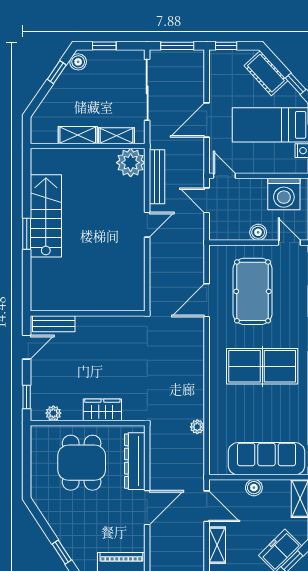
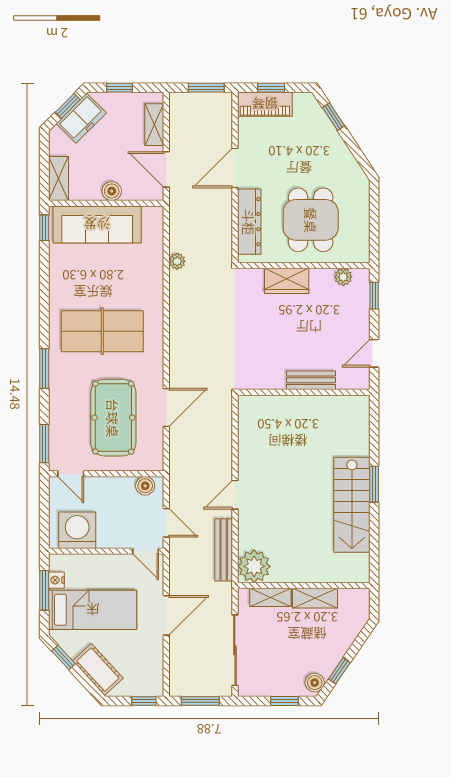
boiler: (258, 232) -> (145, 486), moved
bench: (54, 324) -> (311, 380), moved

